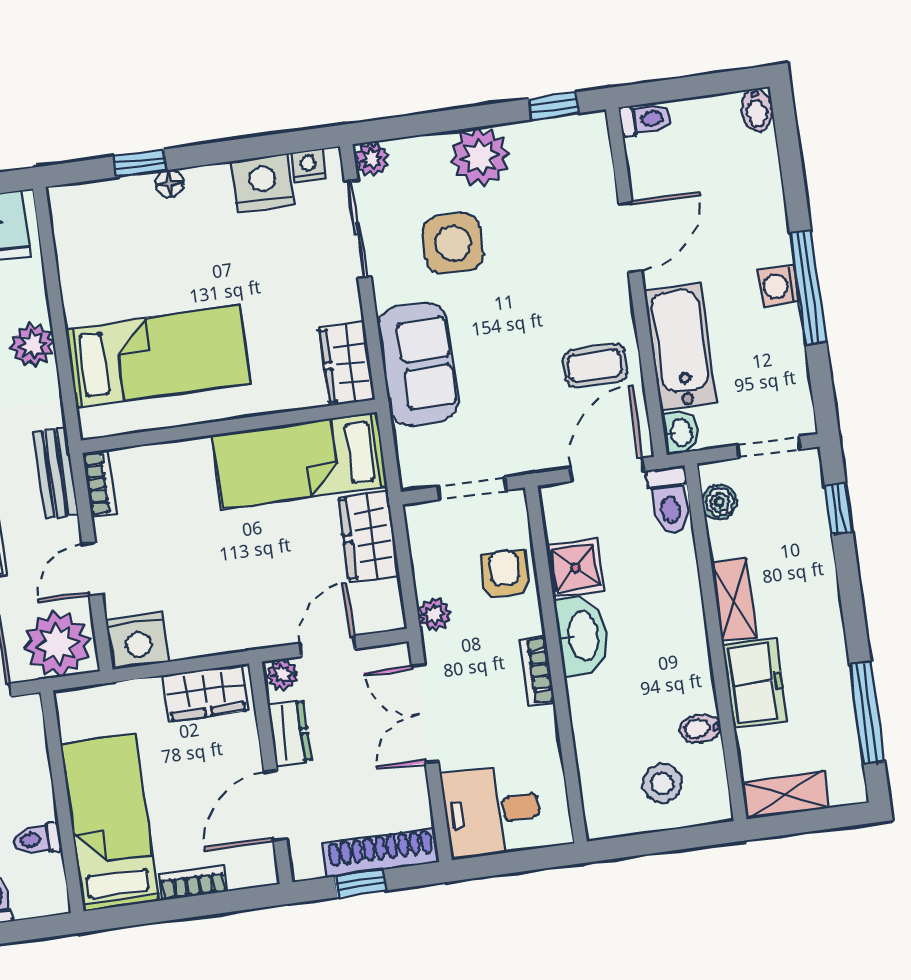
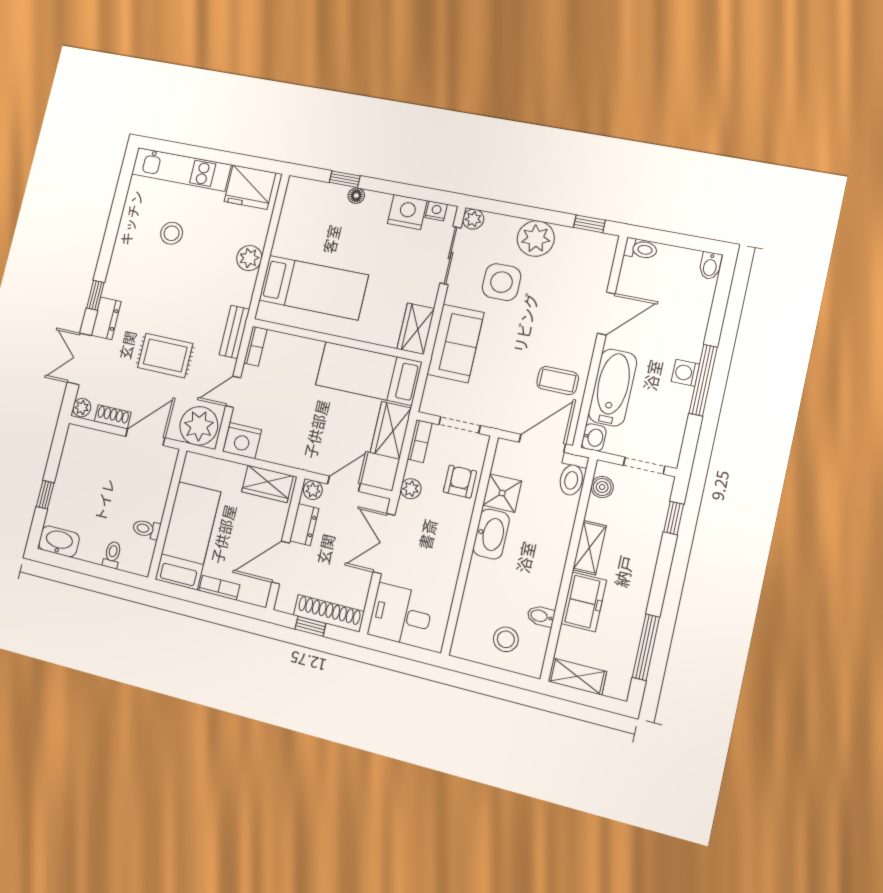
bookcase: (537, 671) -> (420, 441), moved, turned 180

